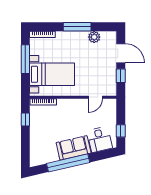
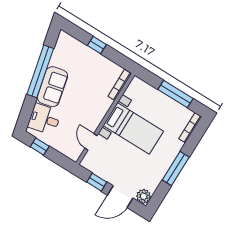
plant: (94, 37) -> (144, 196), moved
bed with nightstands: (52, 74) -> (133, 128), moved, turned -90
window: (25, 120) -> (97, 45), moved

